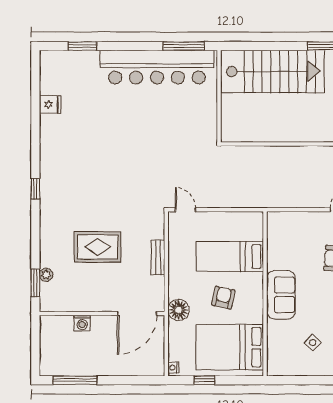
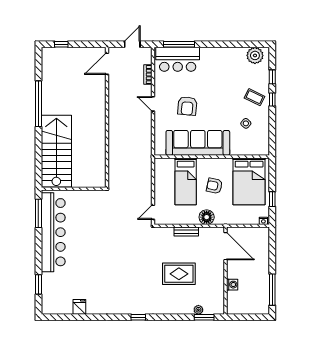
rug: (98, 247) -> (179, 274), turned 90
sofa: (281, 295) -> (198, 143), width x1.85, depth x1.27
floor lamp: (179, 310) -> (207, 217), moved

